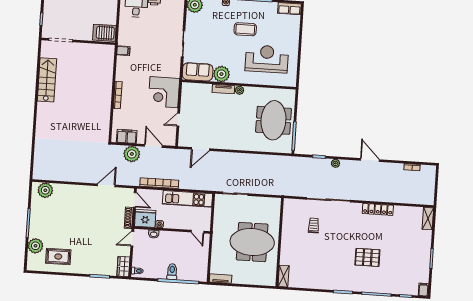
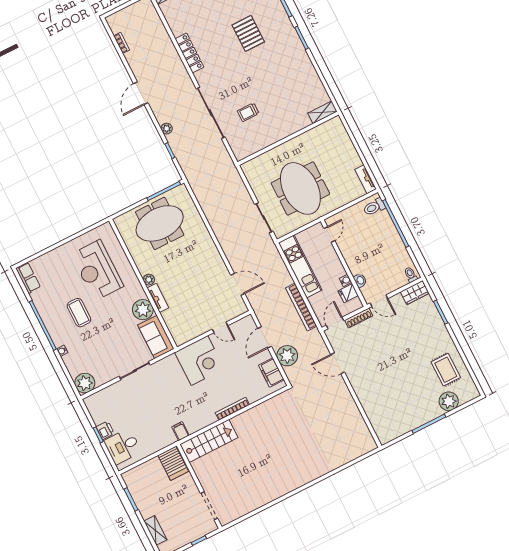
stairs: (47, 80) -> (209, 441), moved, turned 180
plant: (45, 190) -> (382, 426), removed
fridge: (145, 218) -> (348, 293), width x0.53, depth x0.75
meeting table: (252, 242) -> (300, 188), moved
toilet: (172, 272) -> (374, 207), moved

